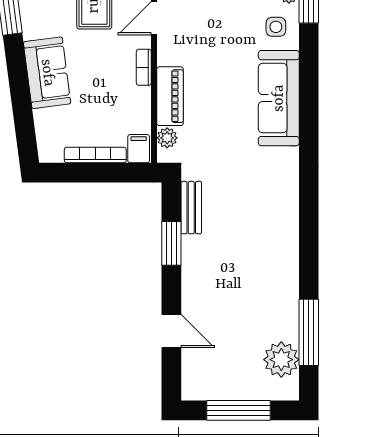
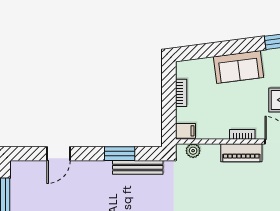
piano: (170, 96) -> (241, 153), moved
bookcase: (95, 155) -> (181, 93), width x0.64
bench: (191, 208) -> (138, 167), width x1.36

